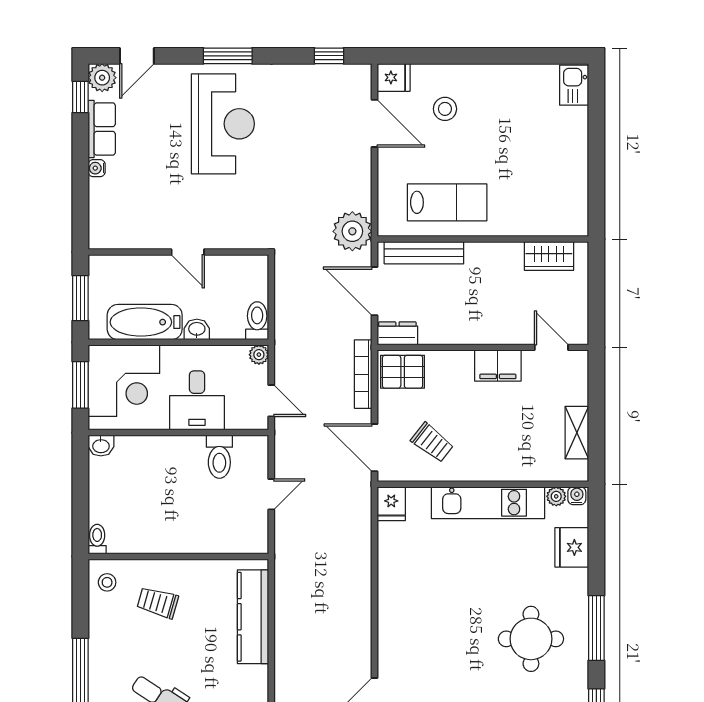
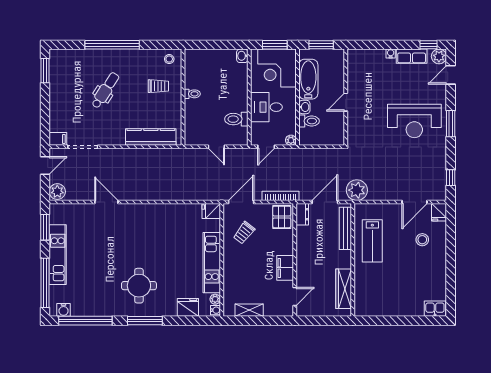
door: (137, 56) -> (451, 75), hinge flipped
wardrobe: (549, 256) -> (344, 289), width x1.50
toilet: (257, 321) -> (309, 121), moved
toilet: (97, 539) -> (192, 94), moved
trolley: (158, 603) -> (158, 86), turned 74

